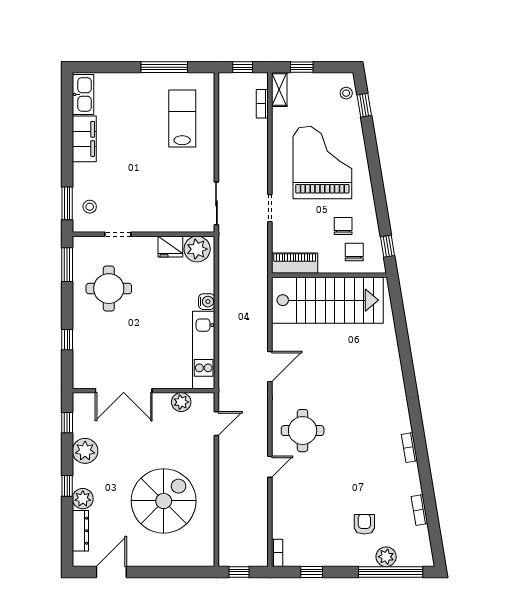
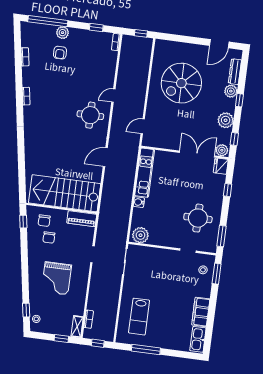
grand piano: (322, 163) -> (57, 278), width x0.73, depth x0.68
fridge: (170, 247) -> (221, 166), moved, turned -90
plant: (181, 402) -> (222, 150), moved
plant: (386, 557) -> (63, 33), moved

